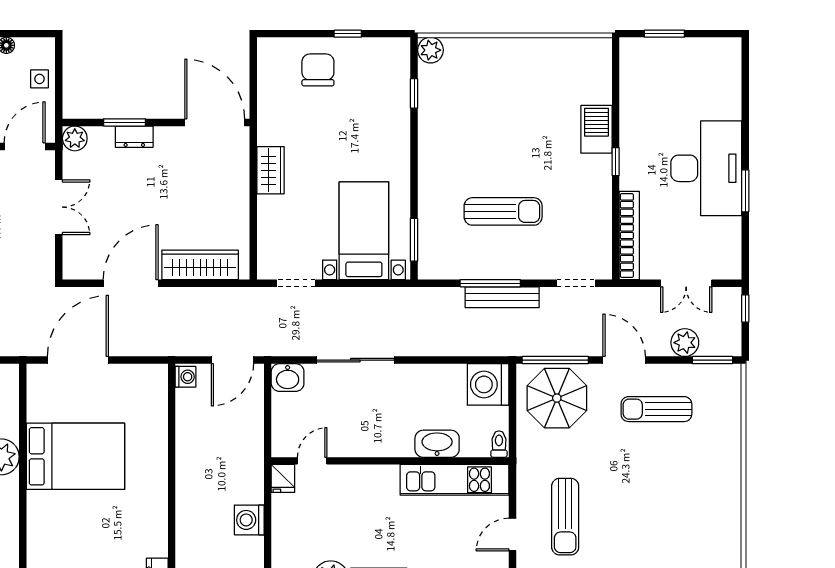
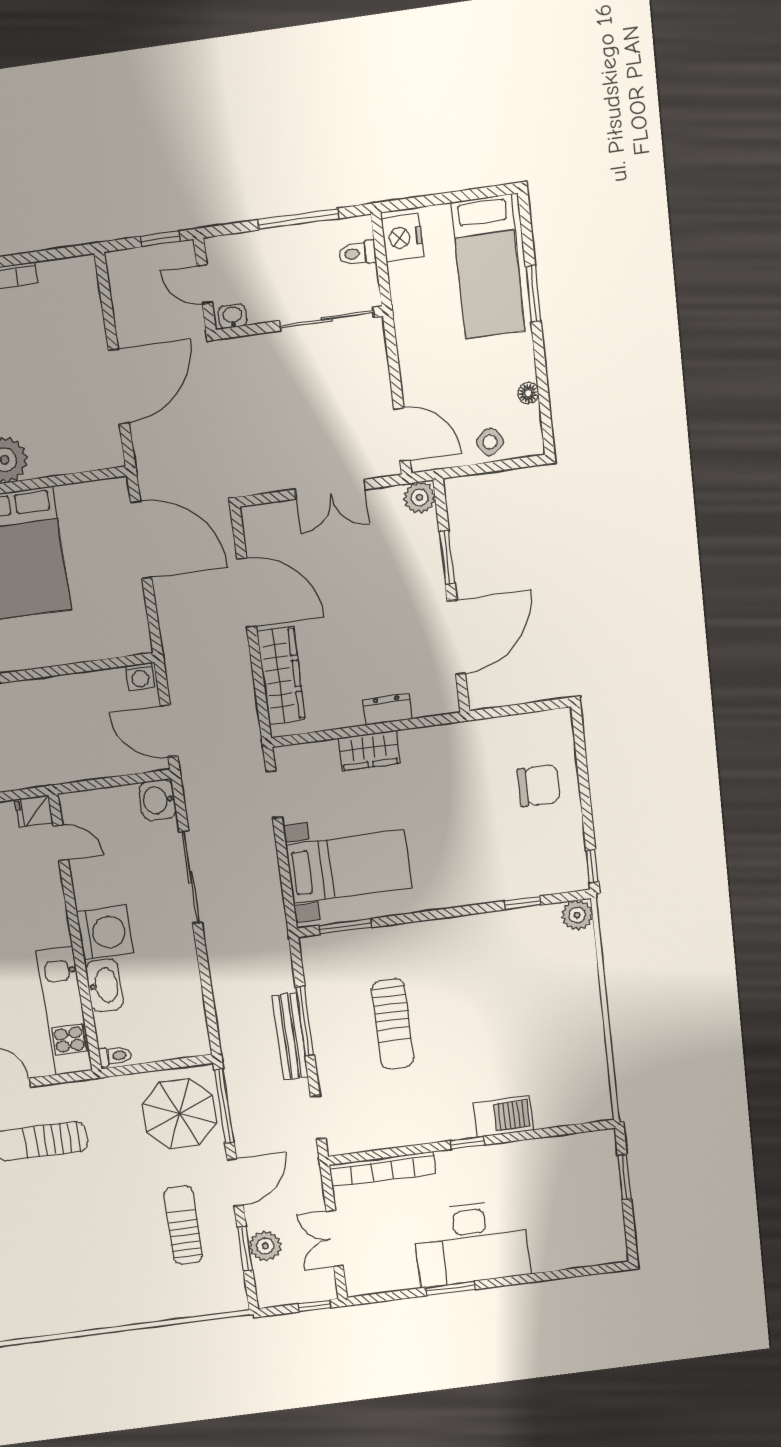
window: (348, 34) -> (592, 866), moved
side table: (40, 79) -> (490, 442), turned -37
door: (215, 122) -> (456, 637), moved
dresser: (134, 137) -> (387, 709), moved, turned 90
wardrobe: (271, 170) -> (369, 751), moved
window: (712, 360) -> (245, 1249), moved
washing machine: (488, 384) -> (105, 933), moved, turned 90

